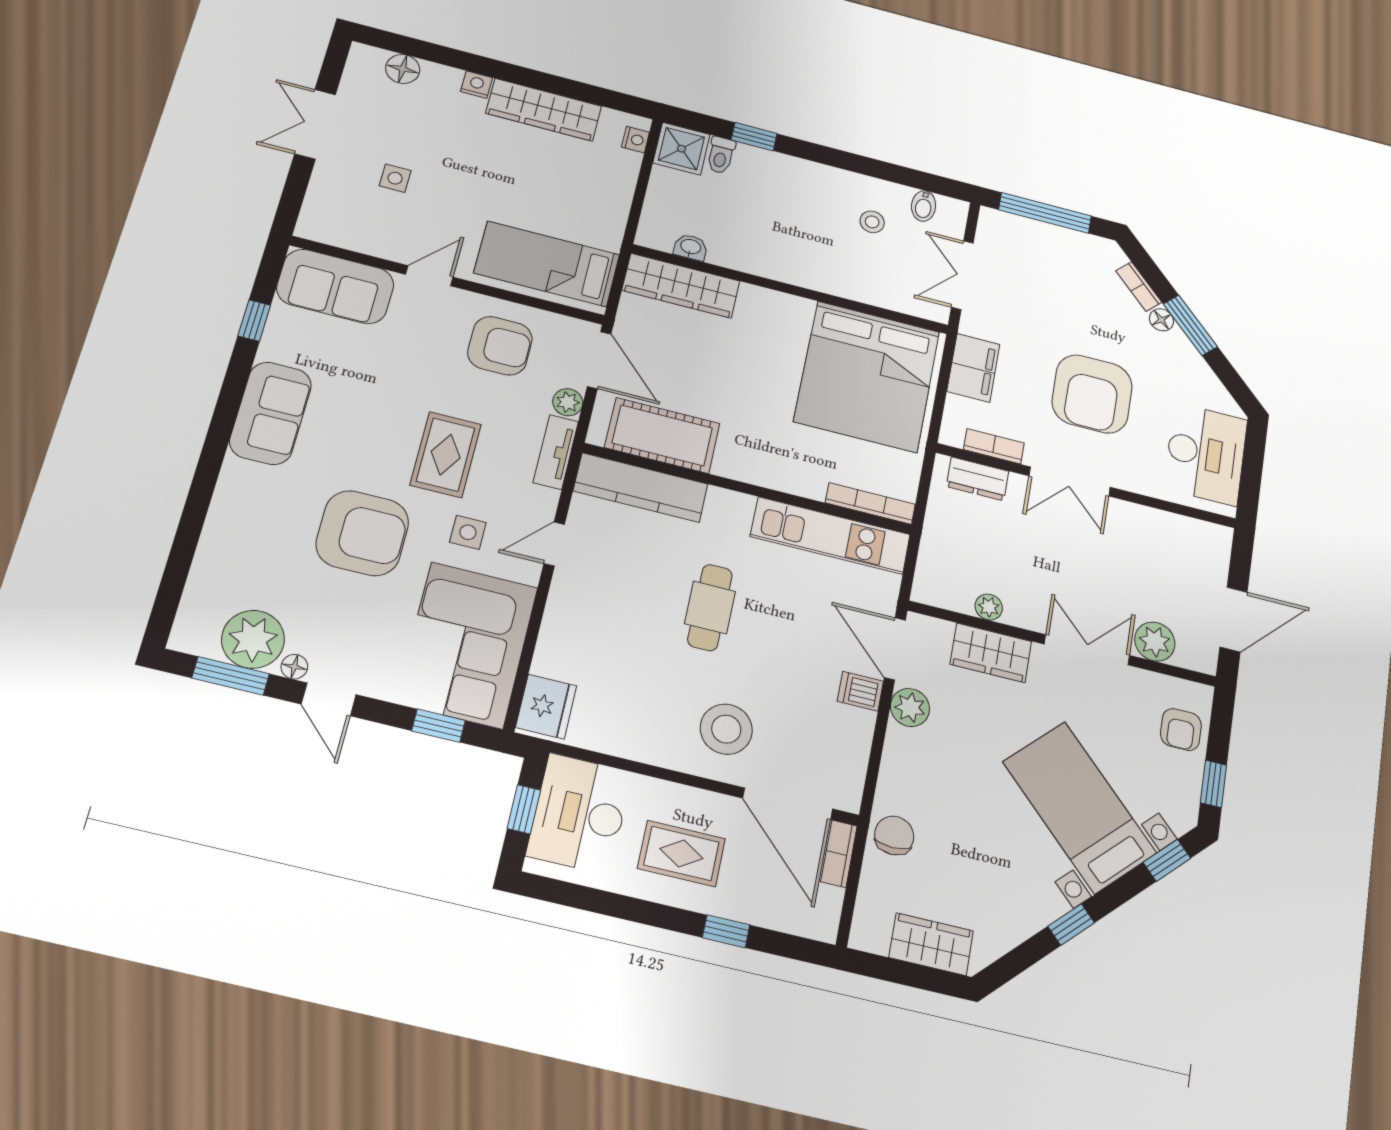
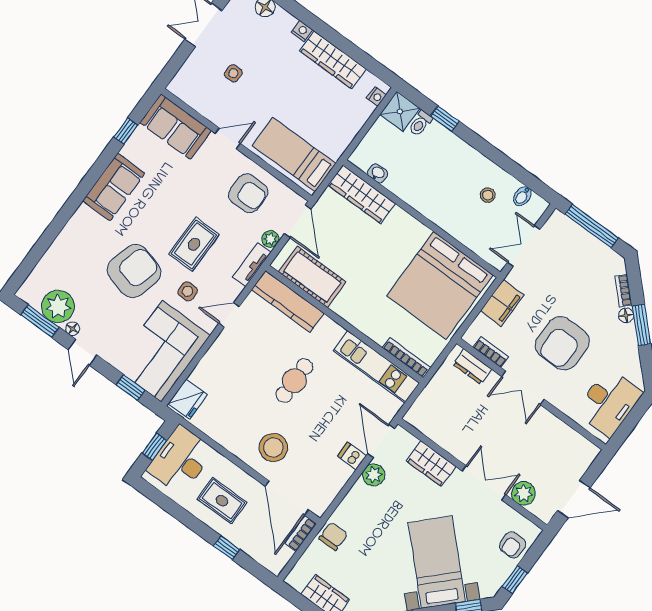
armchair: (362, 533) -> (134, 271), turned -75
plant: (989, 607) -> (442, 439), removed

